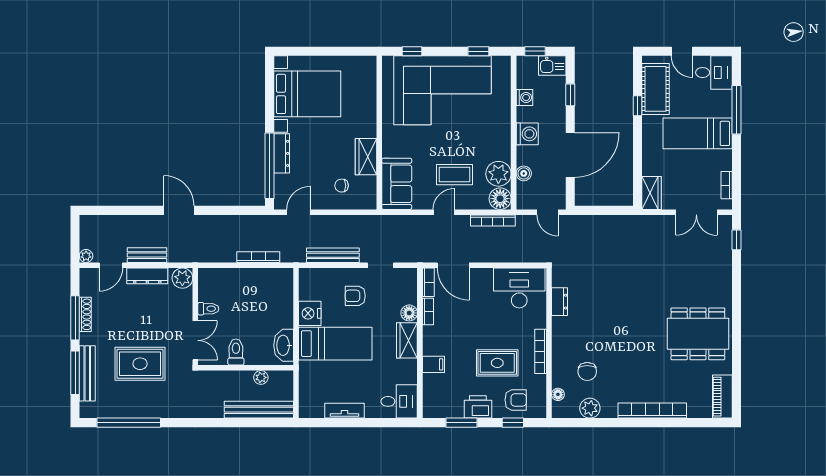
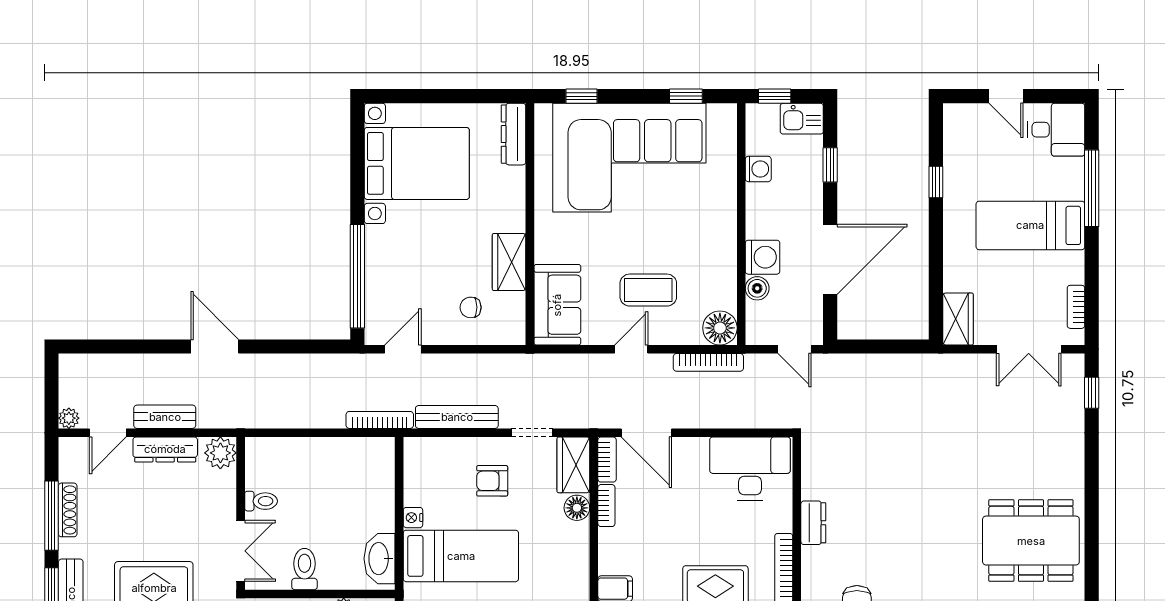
cot: (656, 89) -> (964, 155), removed
washing machine: (527, 134) -> (763, 257), moved
dresser: (282, 153) -> (514, 134), moved, turned 180
plant: (498, 174) -> (717, 289), removed
bookcase: (258, 257) -> (380, 420), moved
dresser: (560, 302) -> (813, 523), moved
nightstand: (310, 313) -> (413, 518), width x0.53, depth x0.56
wardrobe: (407, 340) -> (573, 465), moved

